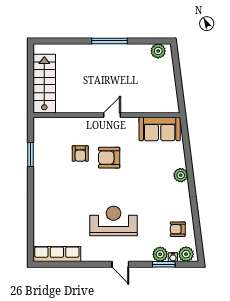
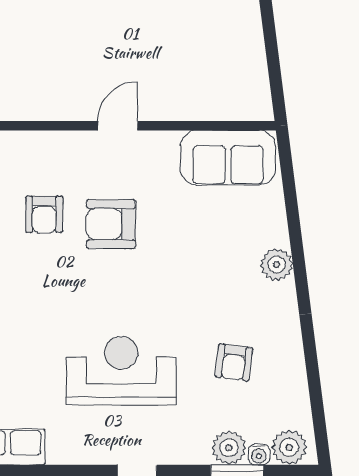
armchair: (178, 229) -> (234, 362), moved, turned -83

